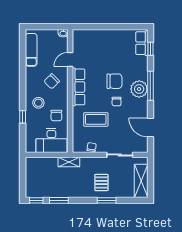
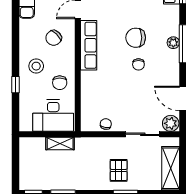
chair: (114, 81) -> (136, 38), turned 180
plant: (139, 89) -> (173, 43), width x0.53, depth x0.53
coffee table: (96, 119) -> (111, 88), removed
plant: (141, 147) -> (171, 123), added
shelving: (69, 162) -> (60, 144), moved

